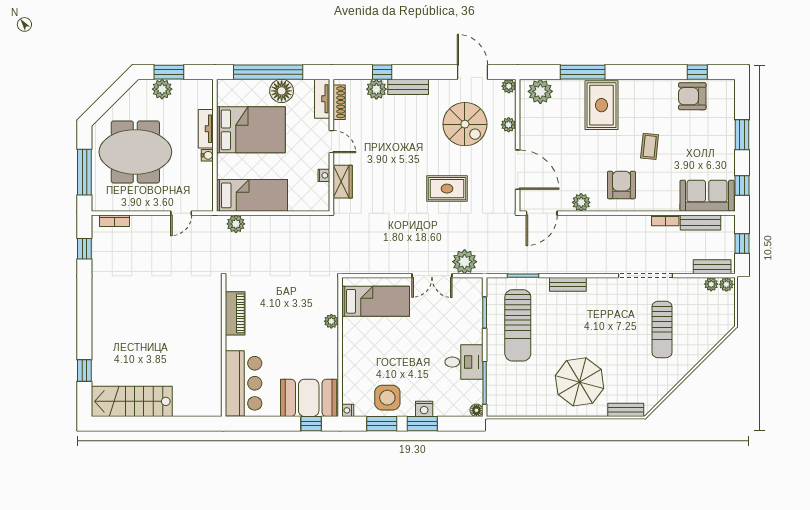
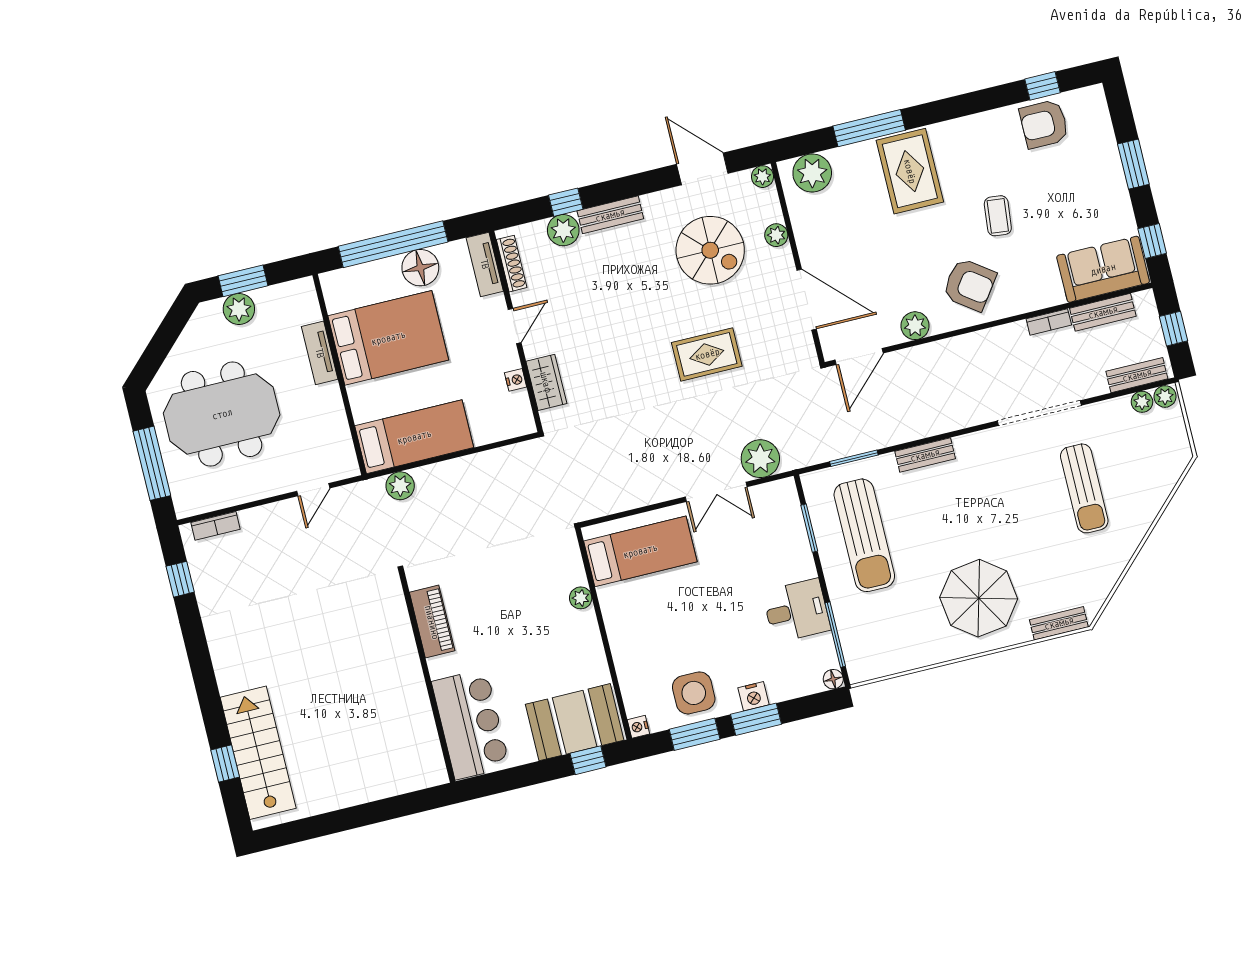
door: (331, 142) -> (515, 326), hinge flipped
water cooler: (207, 155) -> (332, 393), removed
armchair: (621, 185) -> (969, 285), turned 126
stairs: (132, 401) -> (258, 753), moved, turned 90

